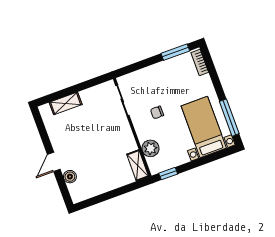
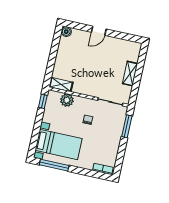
window: (175, 52) -> (127, 126), moved
shelving: (66, 103) -> (130, 74), moved
door: (54, 162) -> (99, 31), swing flipped
boiler: (70, 177) -> (66, 32), moved

